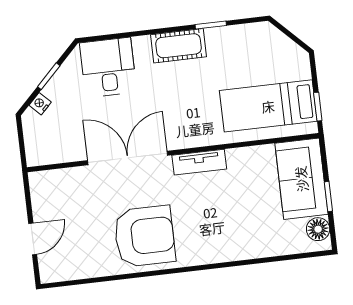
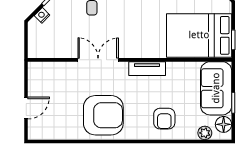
bed: (268, 106) -> (199, 35), width x1.50
double door: (128, 158) -> (98, 60), width x0.73
armchair: (232, 231) -> (164, 119), added
plant: (293, 244) -> (205, 133), added

